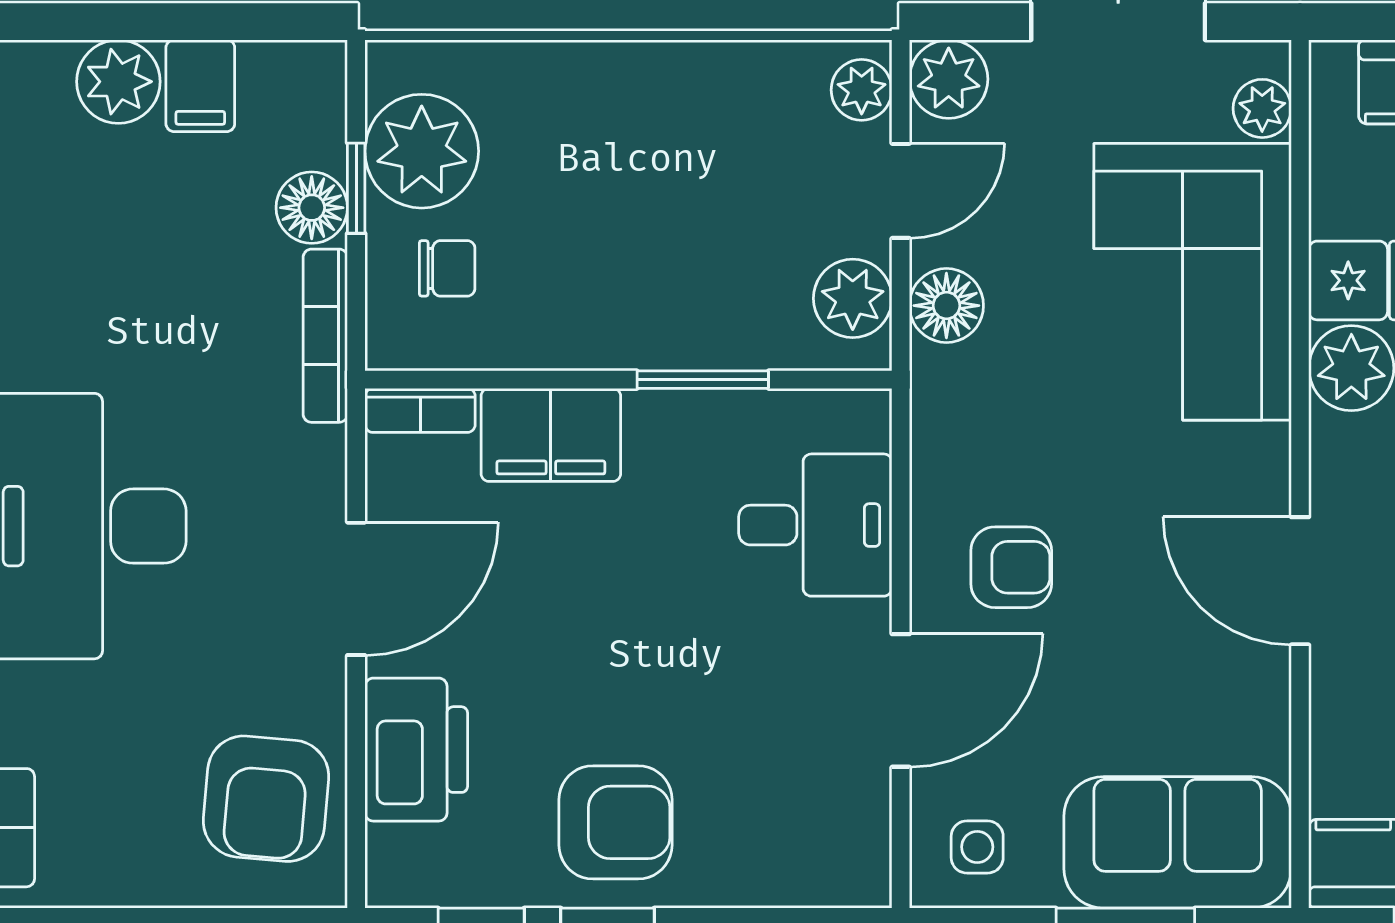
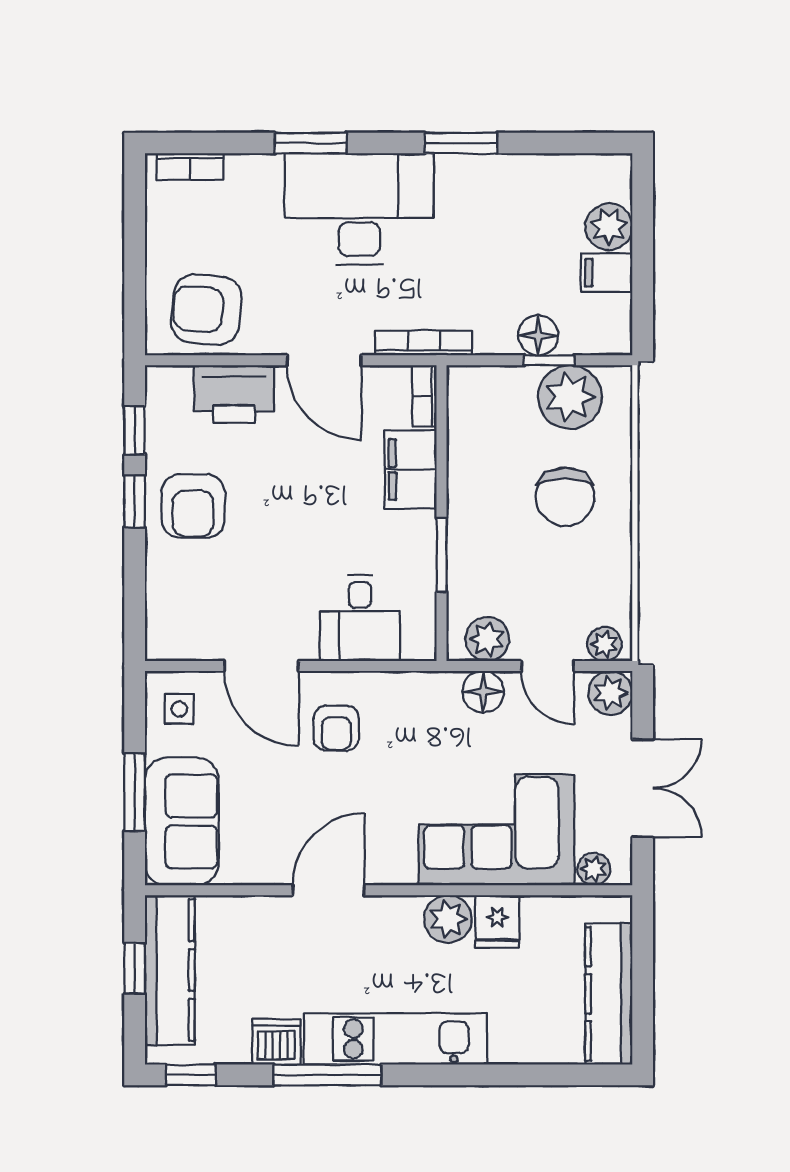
chair: (447, 268) -> (565, 497), moved, width x1.87, depth x1.87
bookcase: (325, 336) -> (424, 343), moved

